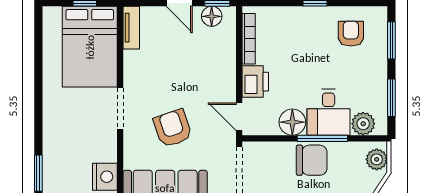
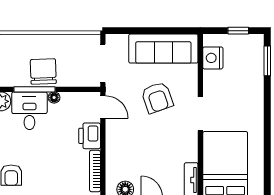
floor lamp: (292, 122) -> (54, 98), width x0.53, depth x0.53
chair: (312, 160) -> (43, 71), turned 88

